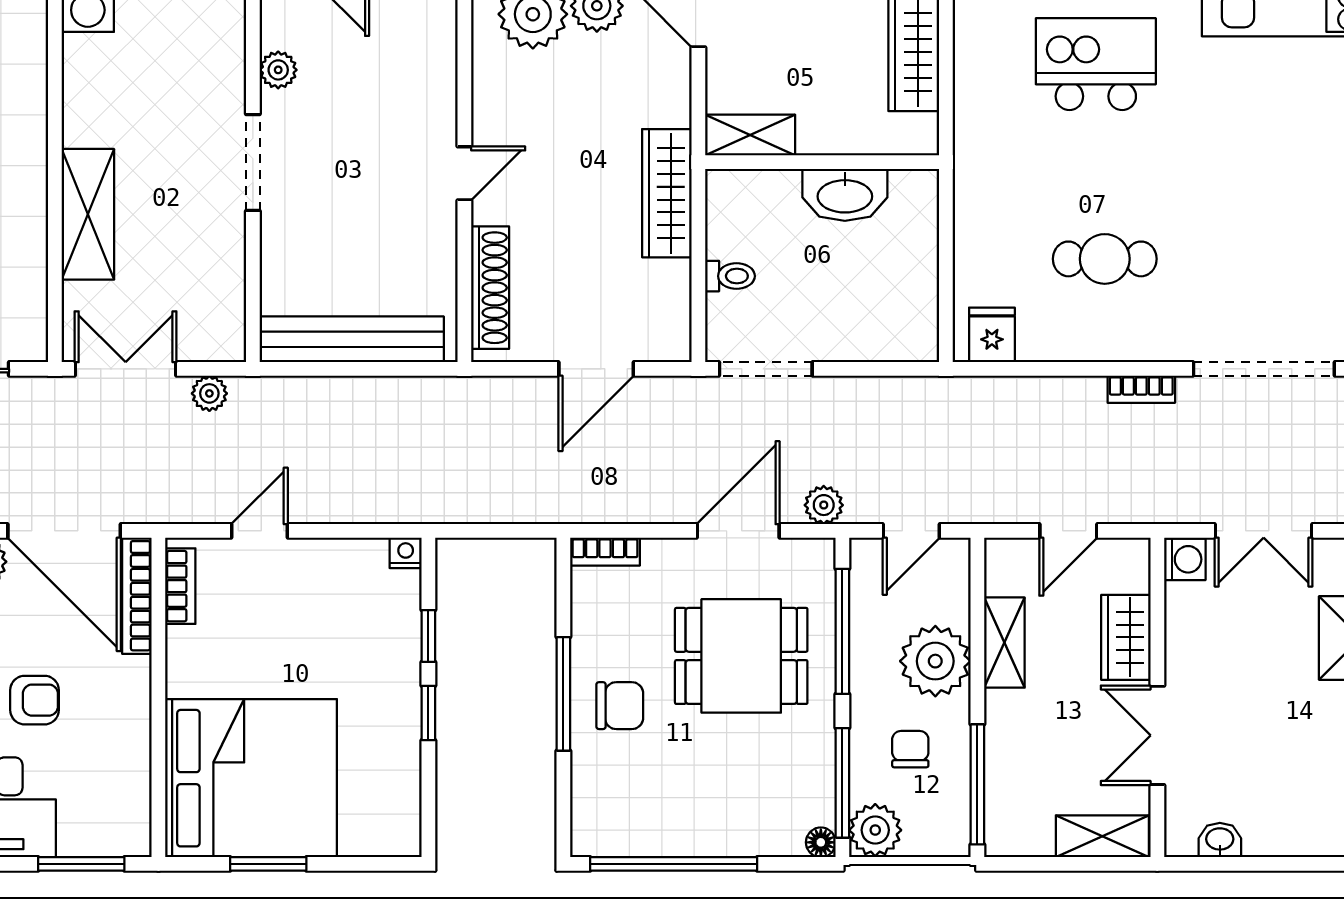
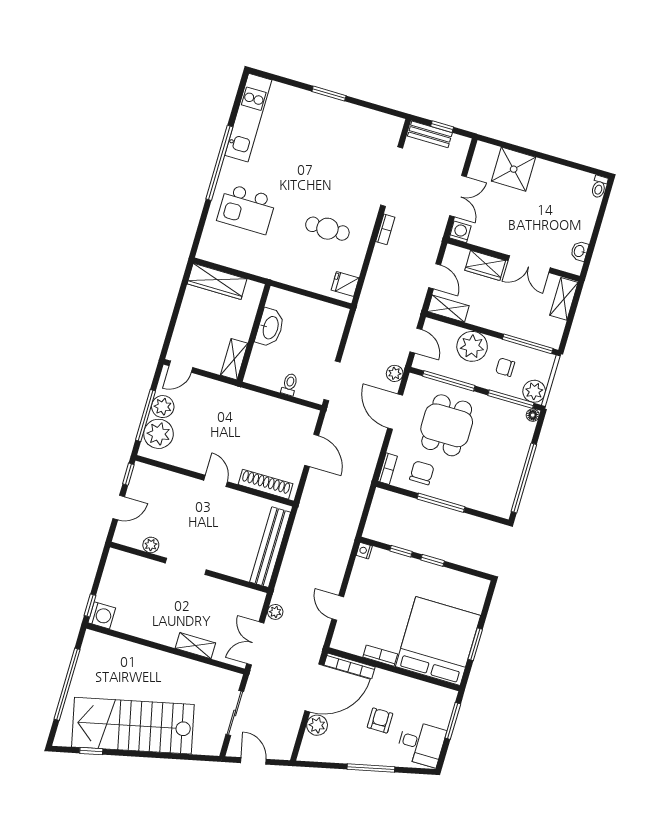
kitchen island: (1096, 64) -> (246, 209), turned -90
wardrobe: (667, 193) -> (248, 400), removed
shelving: (88, 214) -> (195, 646), width x0.67, depth x0.75
cafe table: (1105, 259) -> (327, 229), turned 90
bookcase: (180, 586) -> (380, 656), moved
shelving: (1004, 643) -> (448, 309), moved
chair: (620, 706) -> (422, 473), moved

